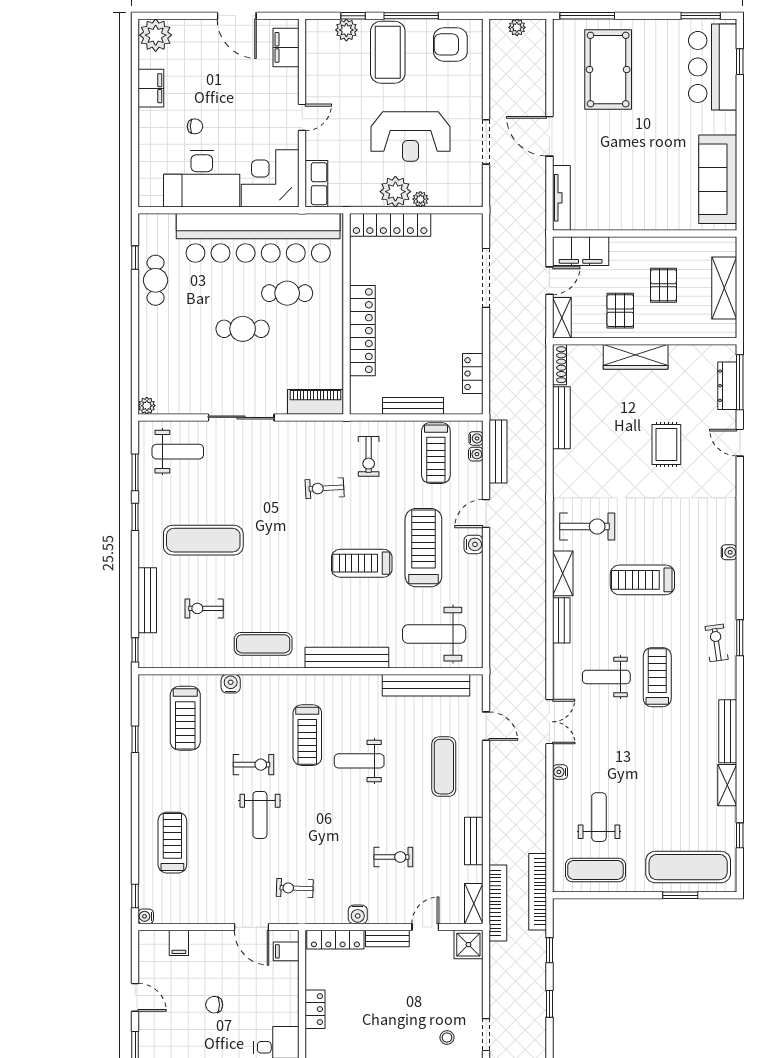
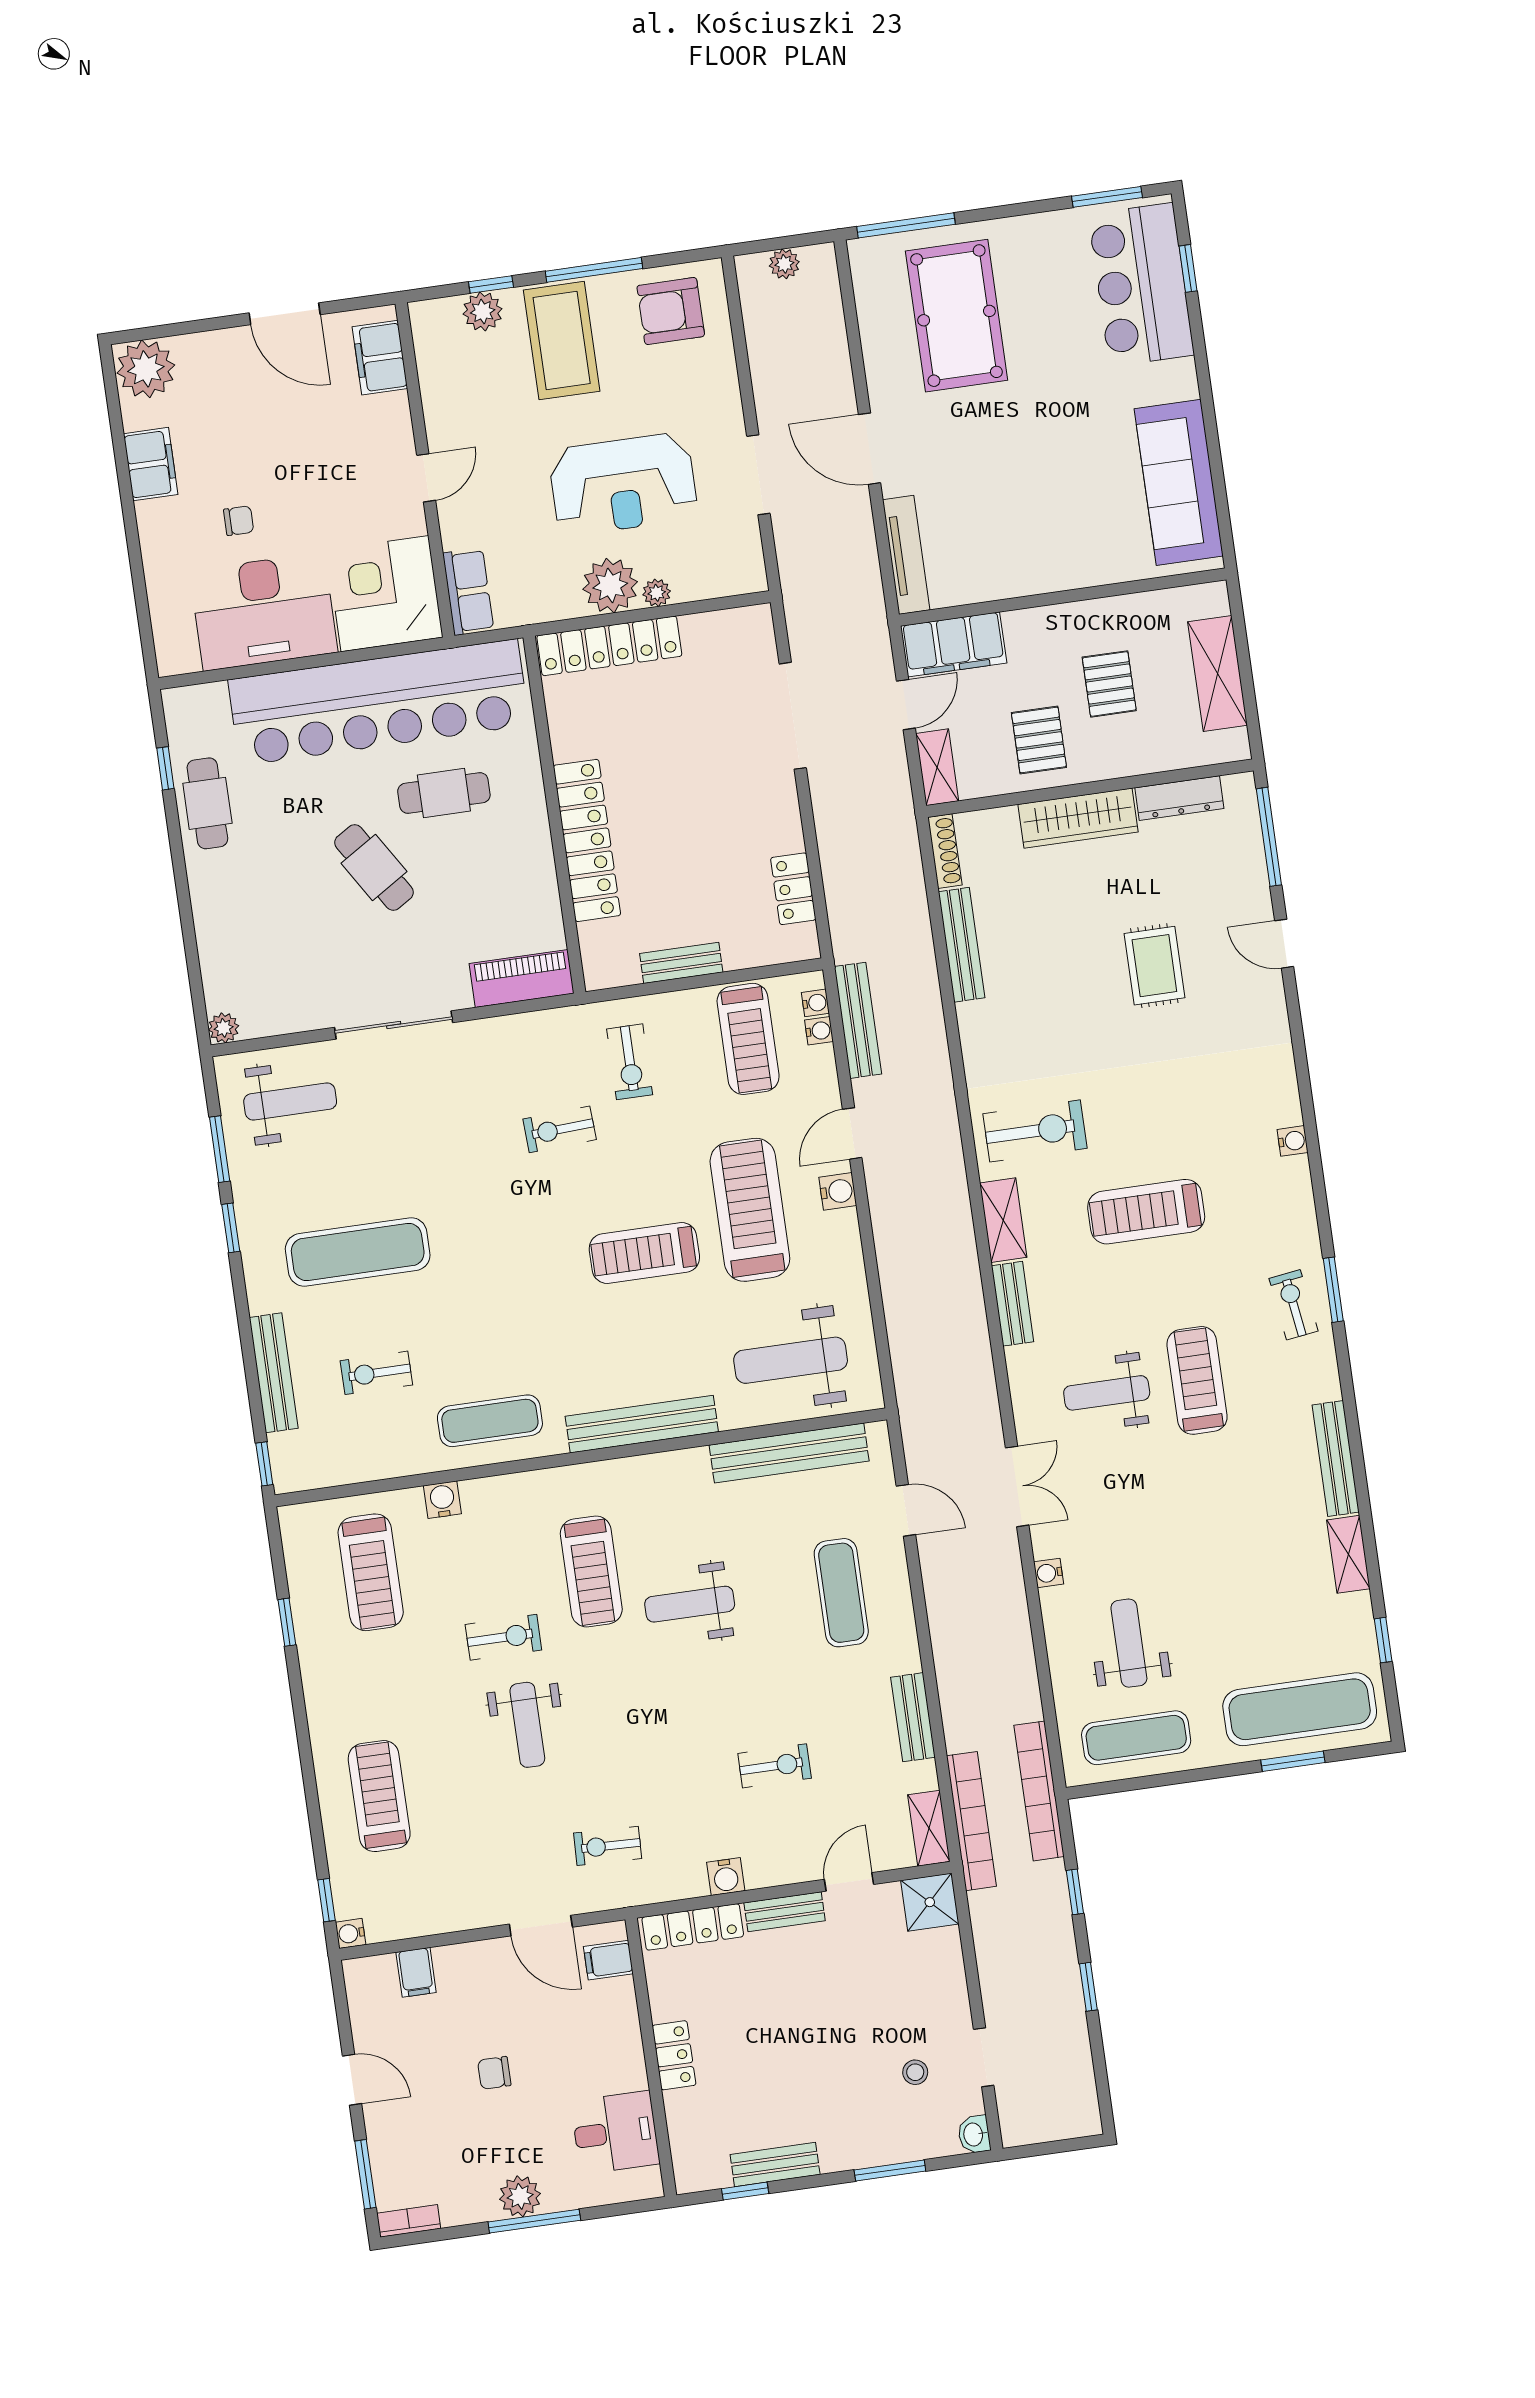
cafe table: (243, 329) -> (374, 867), turned 58
dresser: (727, 386) -> (1179, 798), moved, turned -90
bench: (413, 406) -> (681, 963), width x0.73

